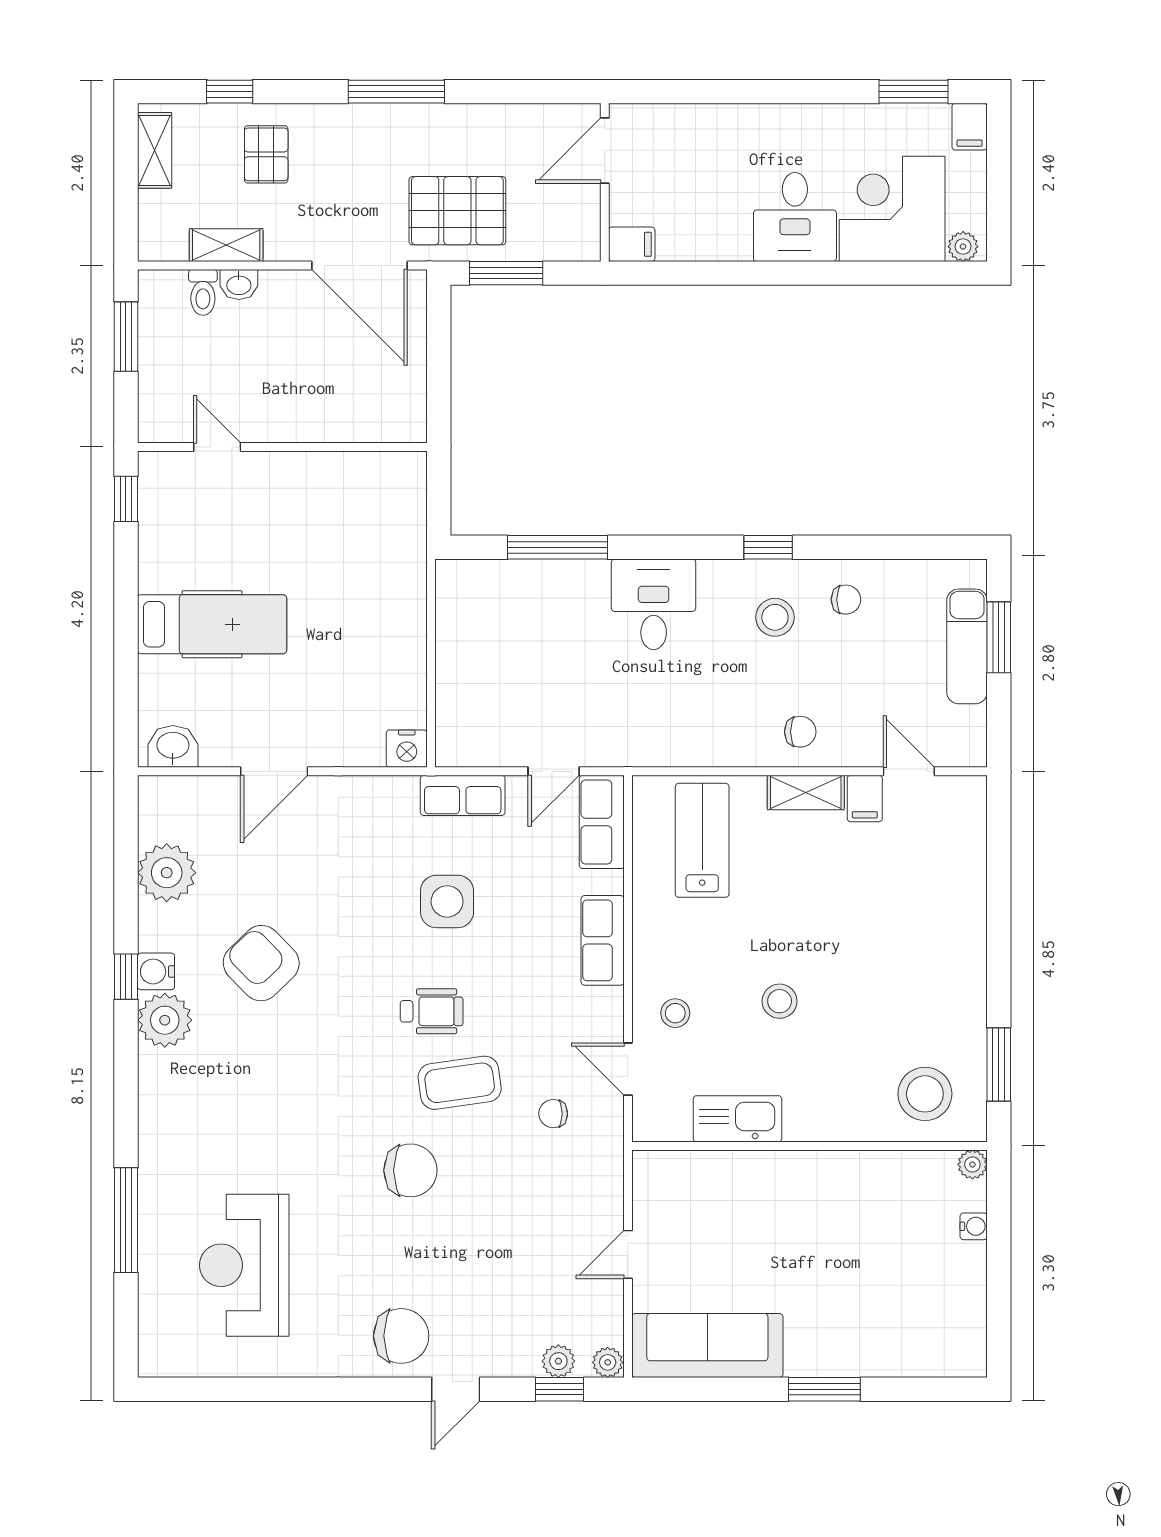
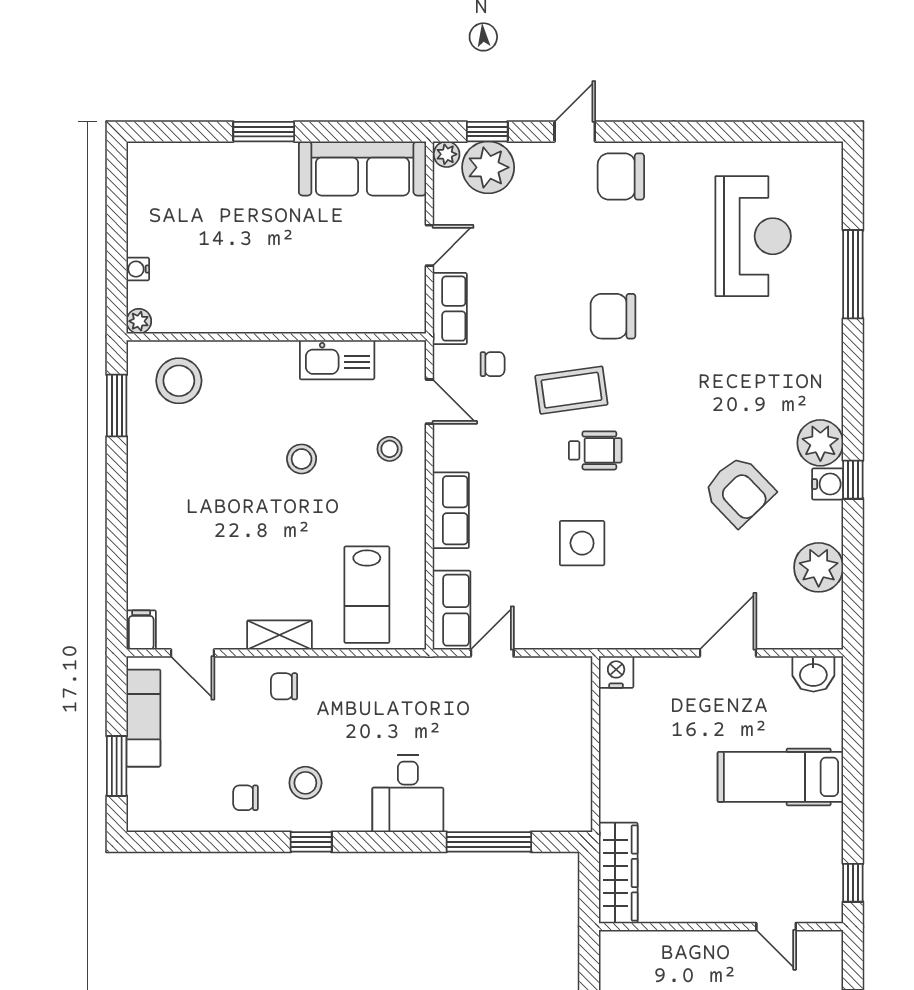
wardrobe: (404, 510) -> (618, 873), added
exam couch: (967, 646) -> (143, 718), moved
row of seats: (463, 795) -> (450, 309), moved, turned 90
filing cabinet: (865, 798) -> (141, 630), moved
wheelchair: (432, 1011) -> (595, 450), turned 180
plant: (558, 1361) -> (488, 167), width x1.88, depth x1.88

